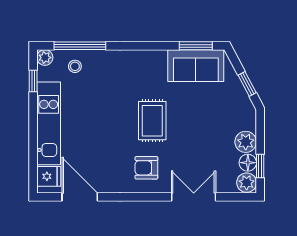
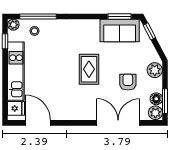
window: (247, 84) -> (149, 31), moved
plant: (246, 142) -> (155, 70), moved
window: (260, 166) -> (165, 101), width x1.50
armchair: (146, 168) -> (128, 82), moved, turned 90
double door: (194, 197) -> (118, 123), width x1.37

